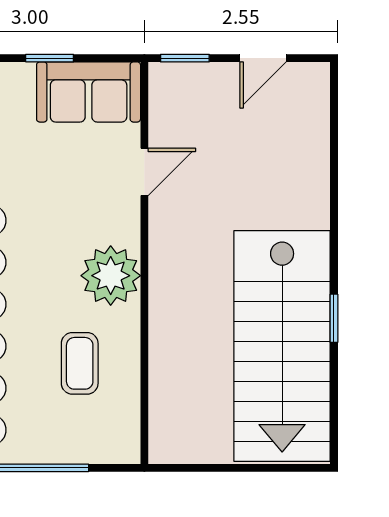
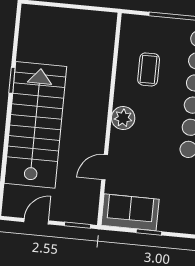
plant: (111, 276) -> (123, 118), width x0.73, depth x0.73
stairs: (282, 346) -> (35, 125), moved

